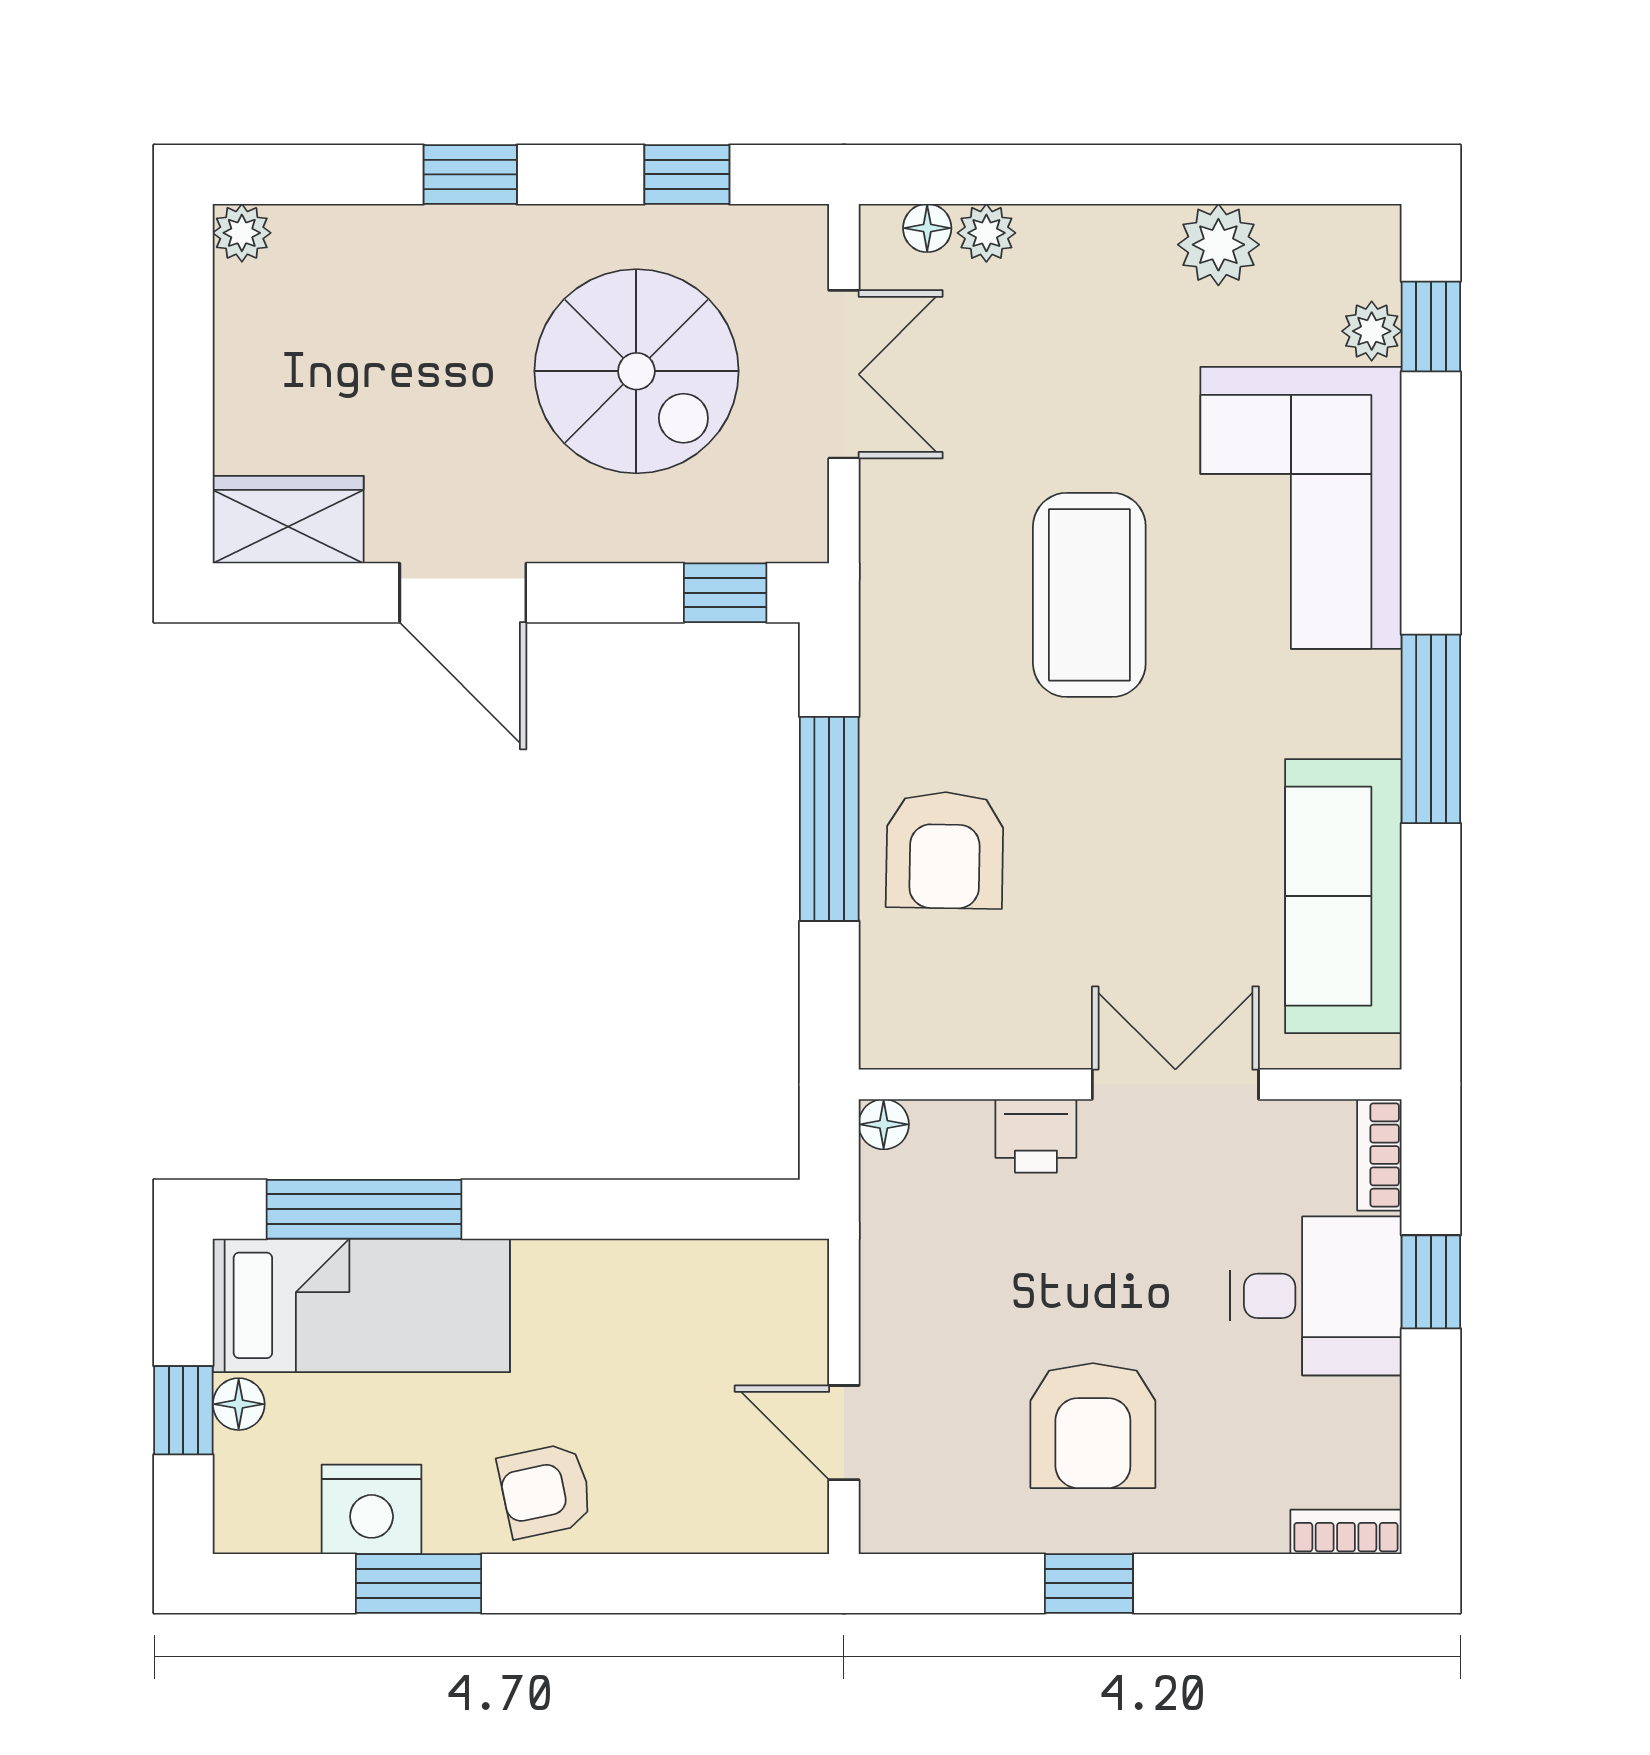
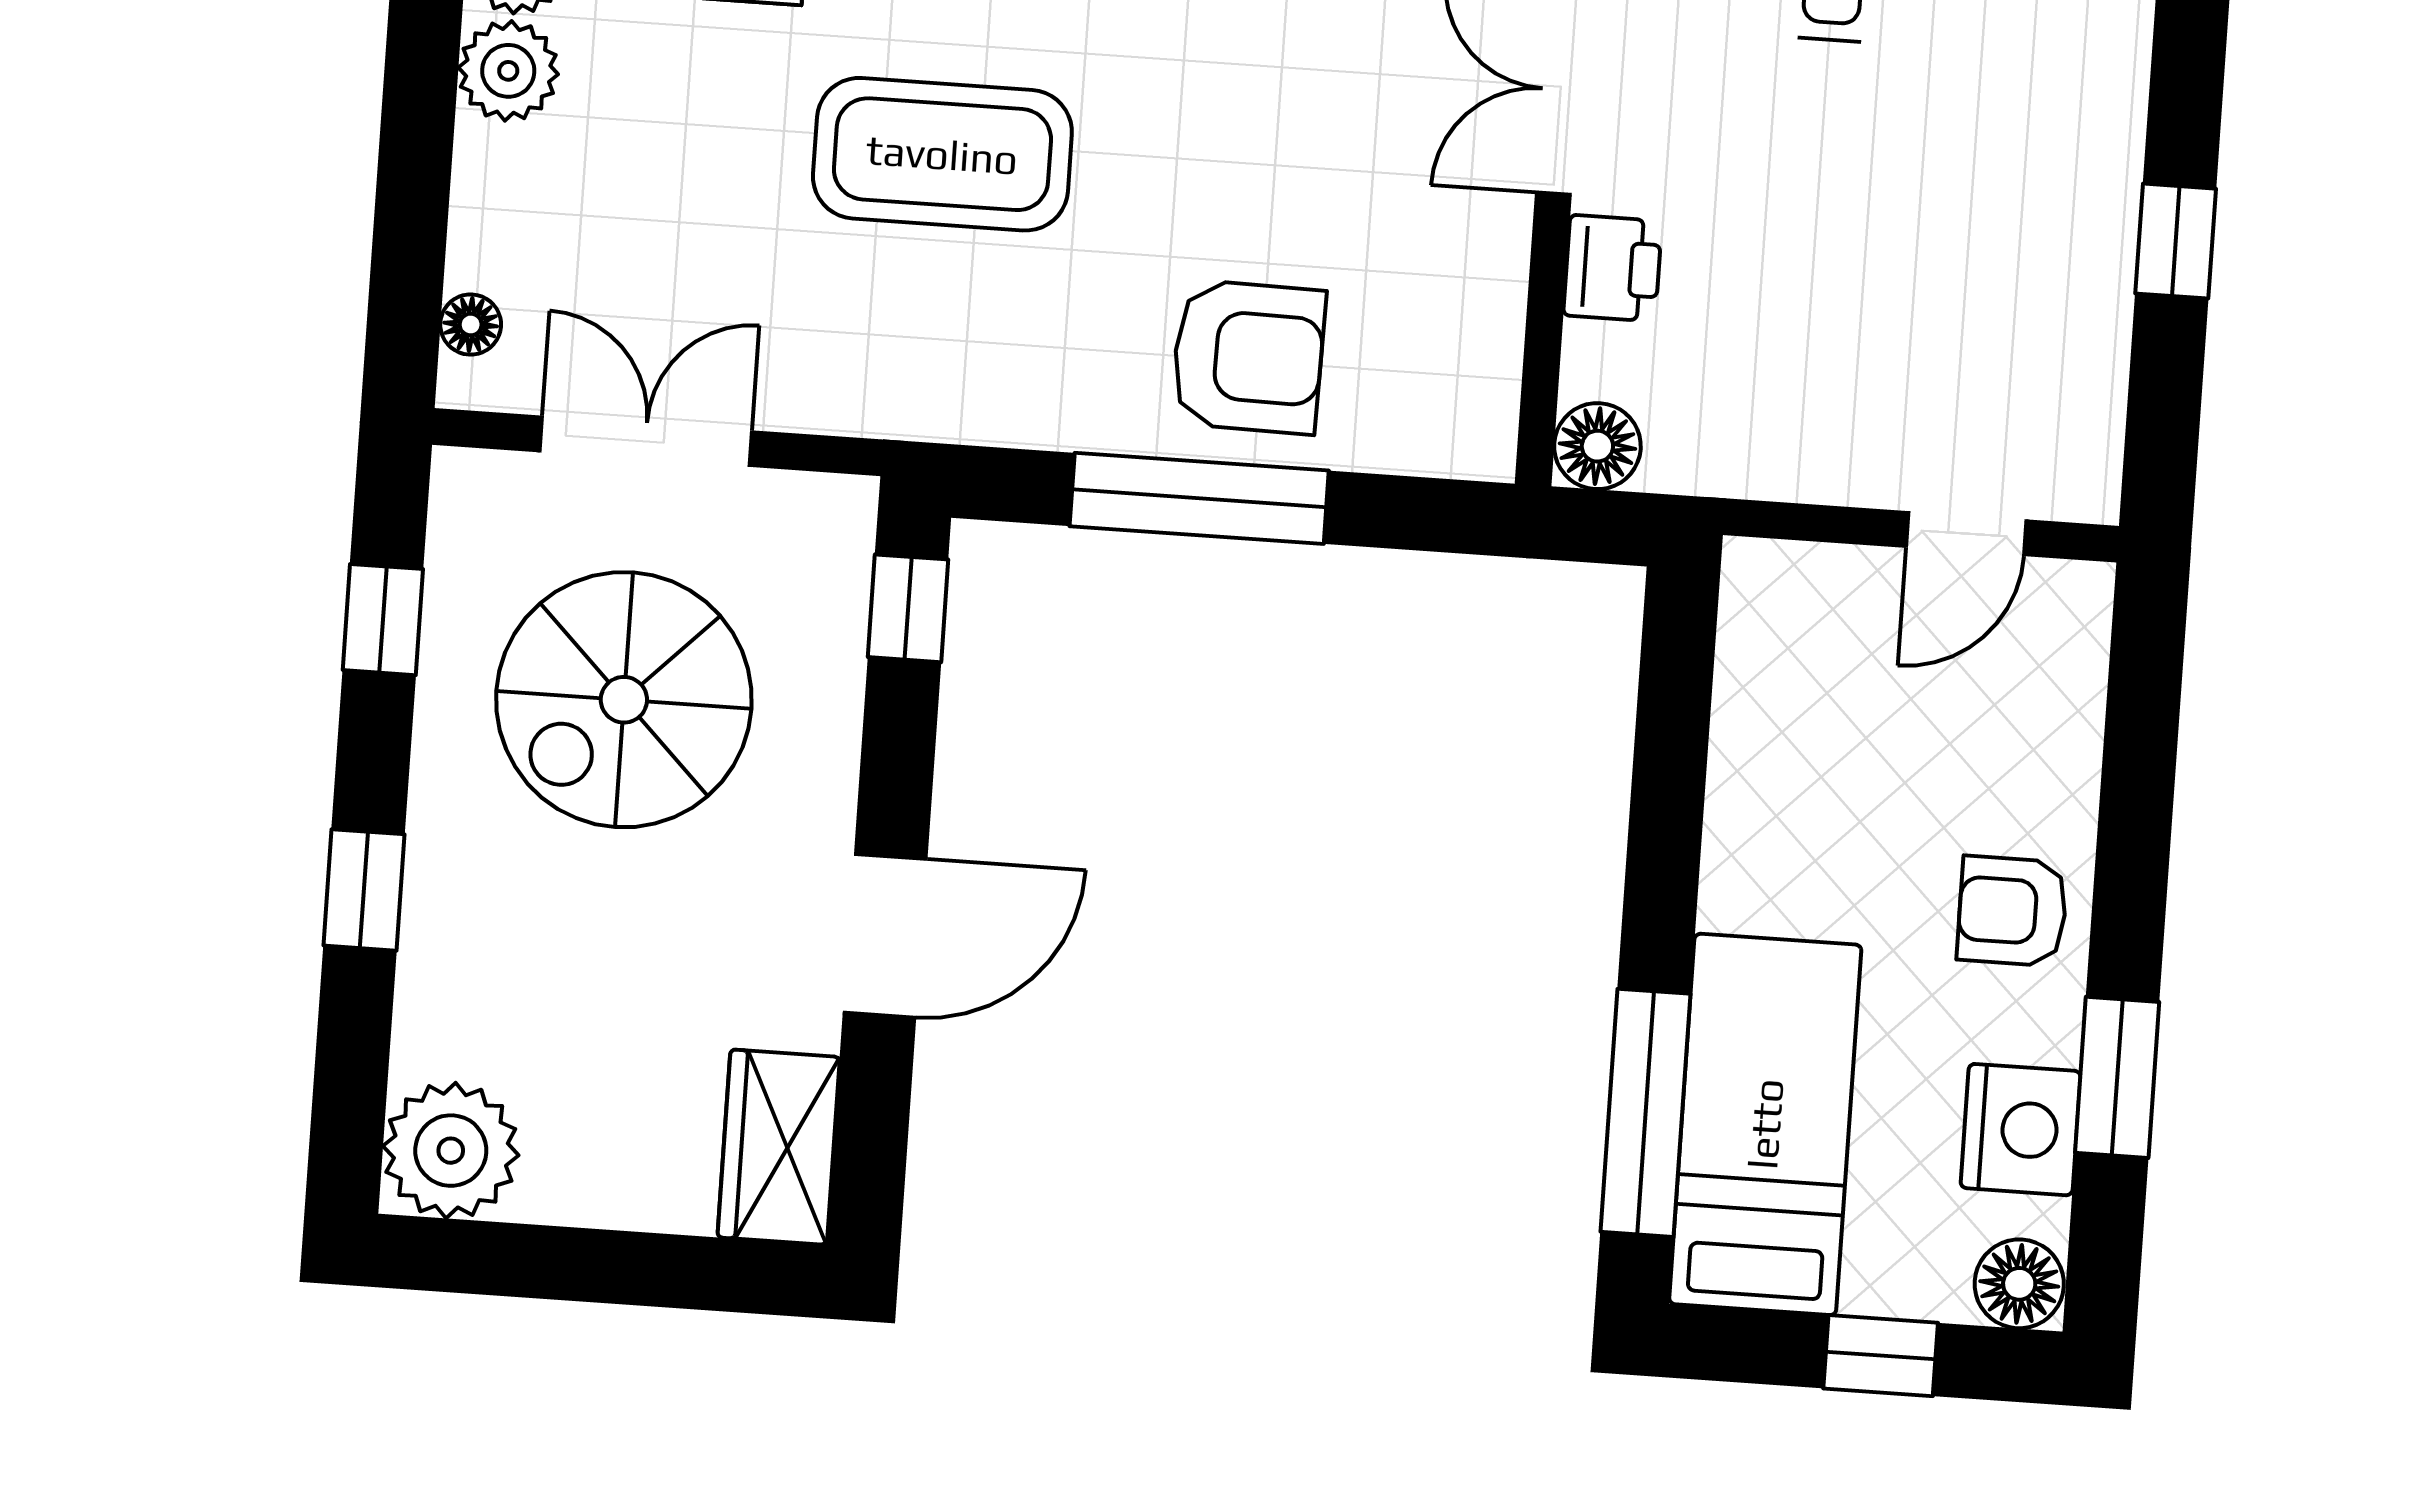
plant: (242, 233) -> (451, 1151), width x1.88, depth x1.88
plant: (986, 233) -> (508, 71), moved, width x1.38, depth x1.38
spiral stairs: (636, 371) -> (624, 700), turned 180
floor lamp: (884, 1124) -> (1597, 446), width x1.37, depth x1.37
floor lamp: (239, 1404) -> (2019, 1284), moved, width x1.37, depth x1.37
armchair: (1093, 1426) -> (1979, 222), removed
armchair: (545, 1491) -> (2012, 911), turned 102

